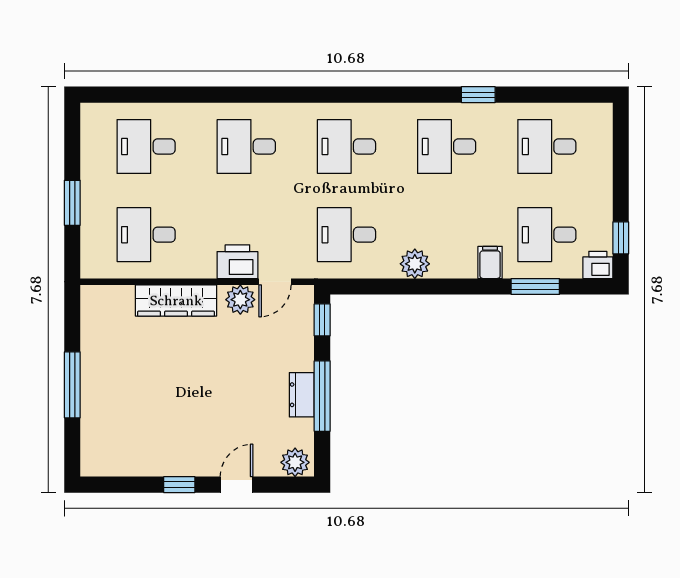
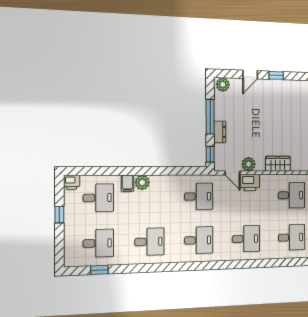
window: (478, 95) -> (99, 270), moved
window: (621, 238) -> (59, 215), moved
plant: (415, 264) -> (142, 182), moved
door: (275, 282) -> (232, 173), swing flipped
window: (535, 286) -> (104, 171), removed
wardrobe: (176, 301) -> (278, 164), width x0.67
dresser: (302, 395) -> (220, 132), moved

